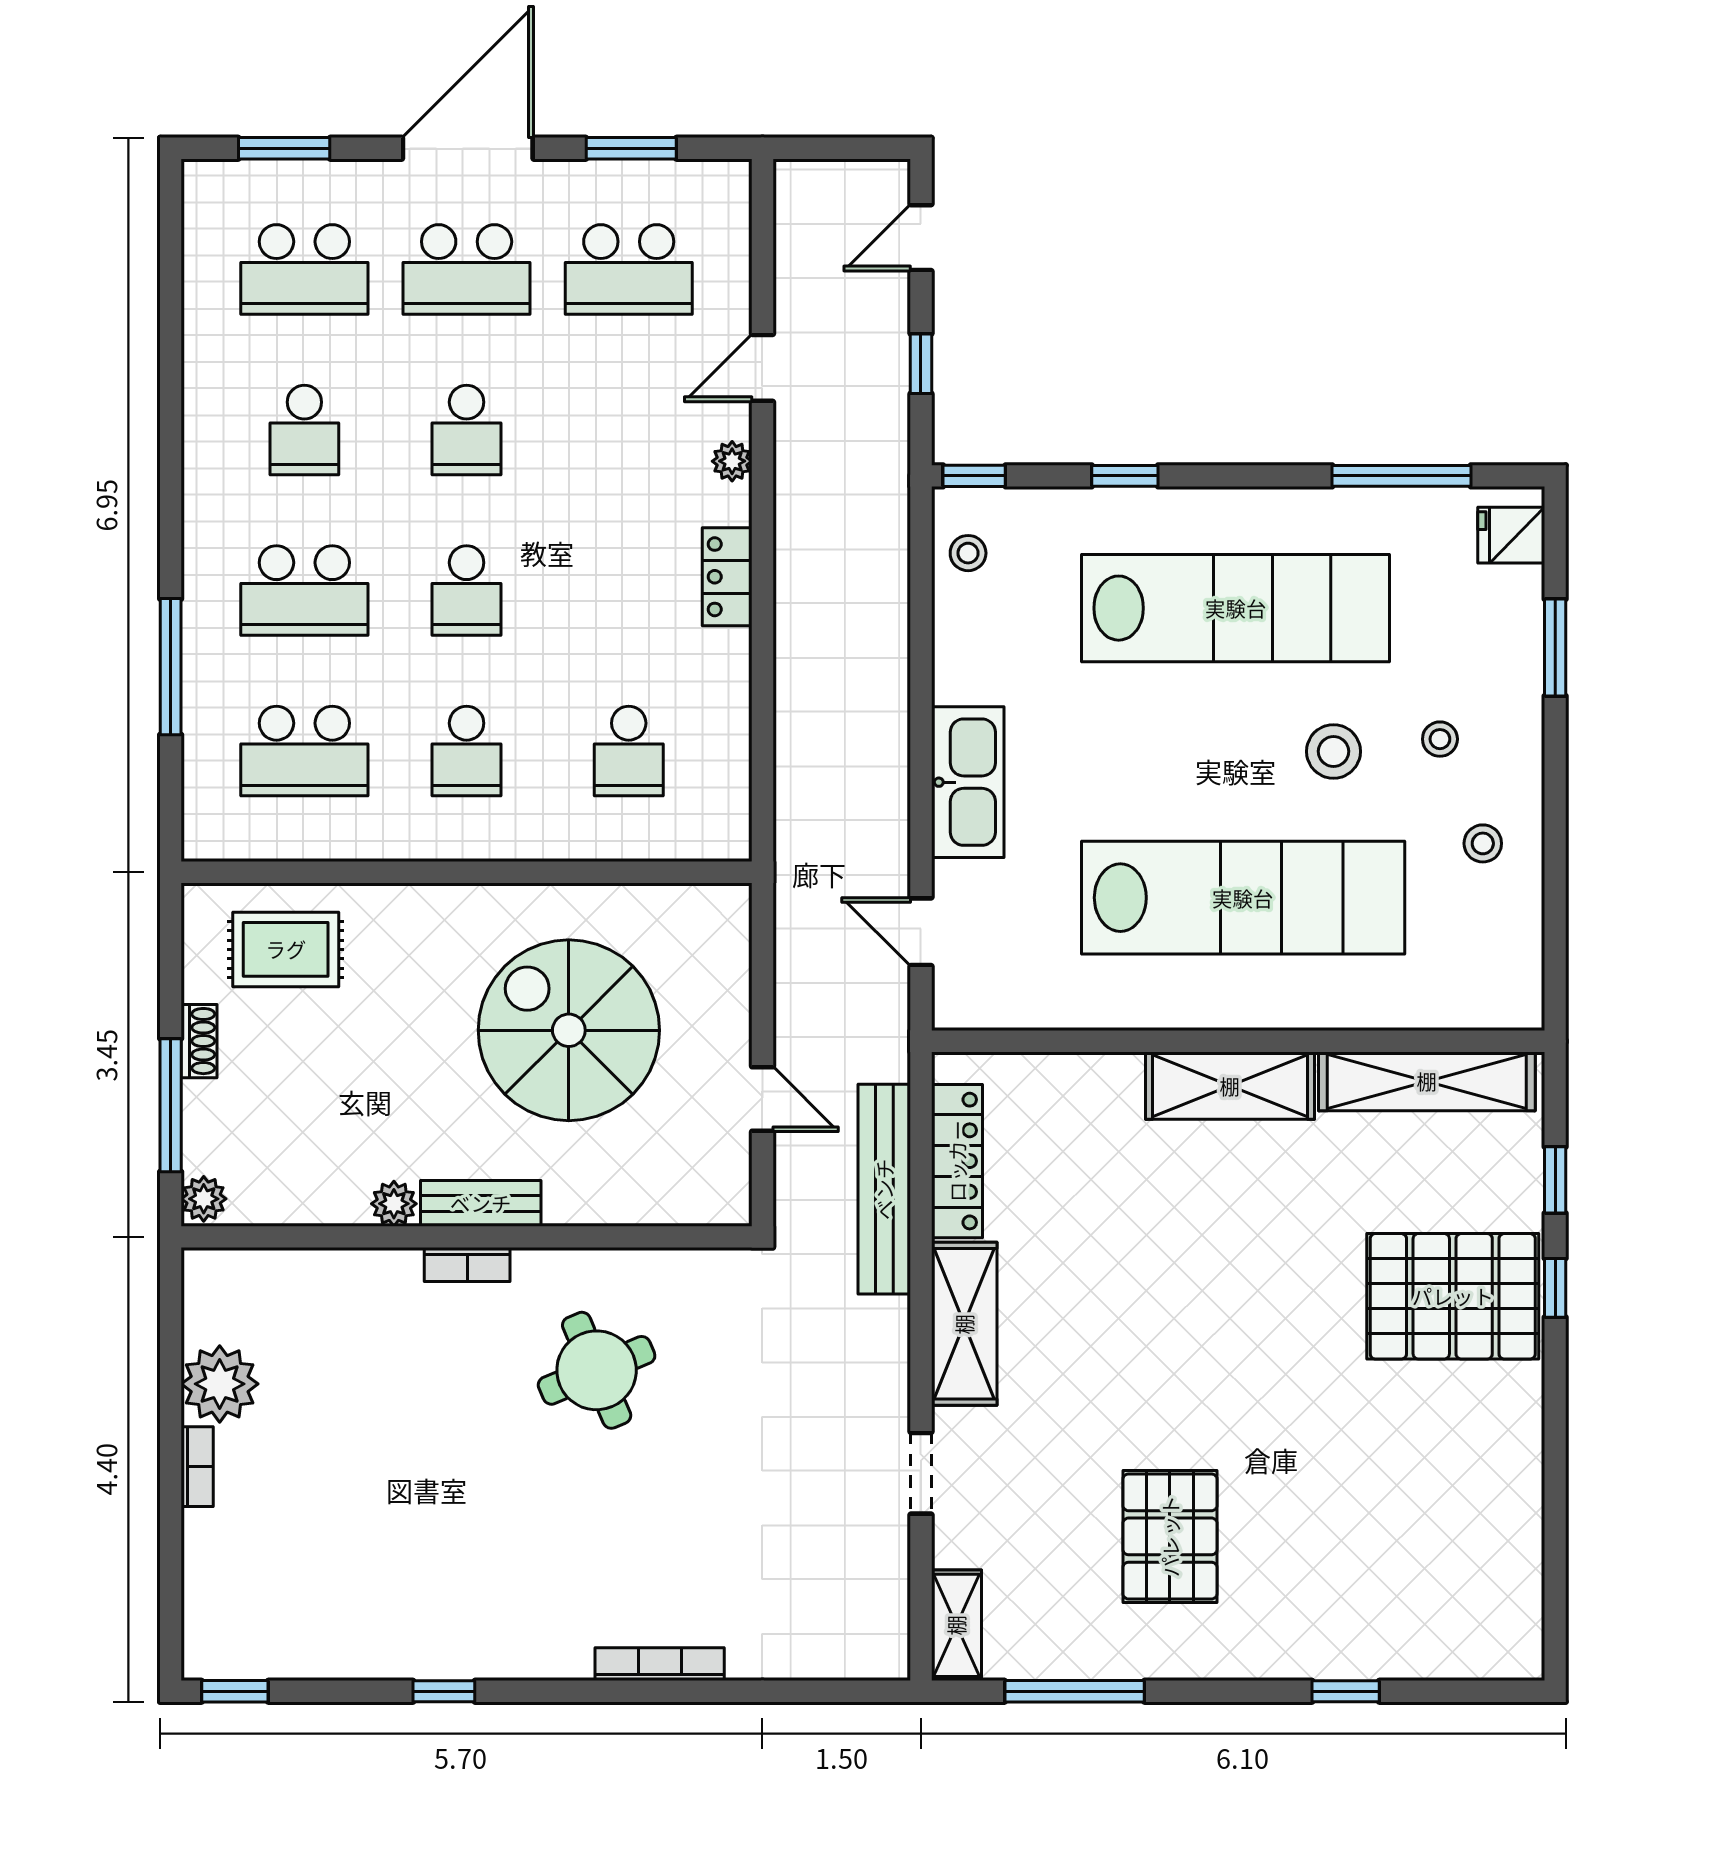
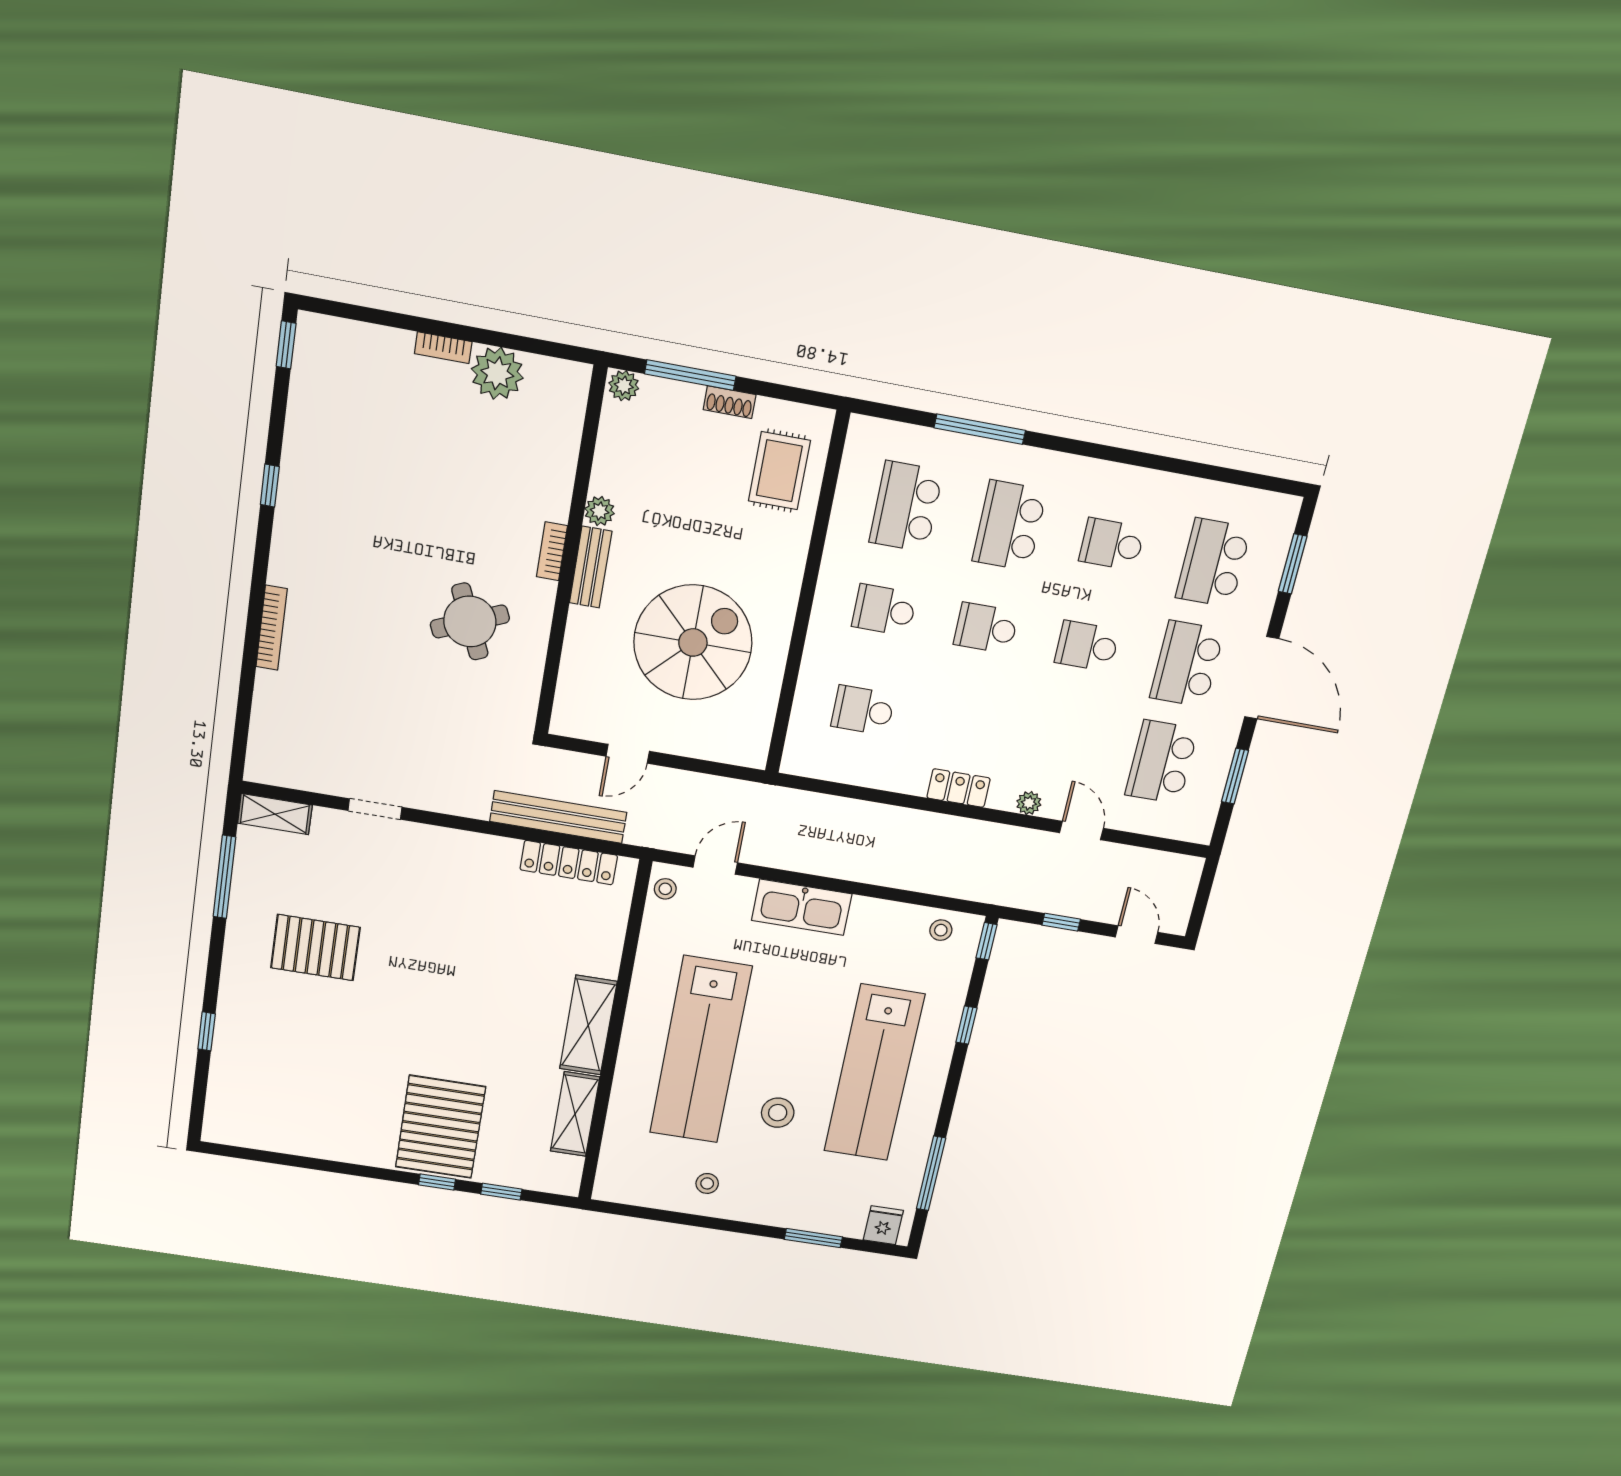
stool: (1440, 739) -> (665, 889), moved
shelving: (1427, 1081) -> (575, 1114), width x0.68
shelving: (964, 1324) -> (466, 850), removed

